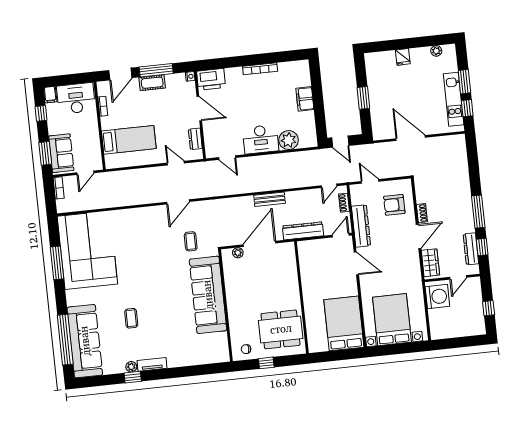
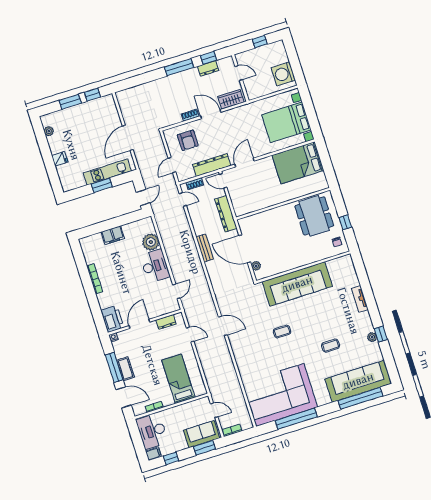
kitchen unit: (454, 99) -> (107, 172), moved, turned 180
door: (176, 163) -> (190, 335), swing flipped
coffee table: (191, 241) -> (282, 332), moved
dresser: (471, 249) -> (208, 68), width x0.70
window: (57, 263) -> (296, 419), width x1.46
washing machine: (437, 296) -> (283, 74), moved, turned -90
tv unit: (152, 364) -> (360, 299), moved

